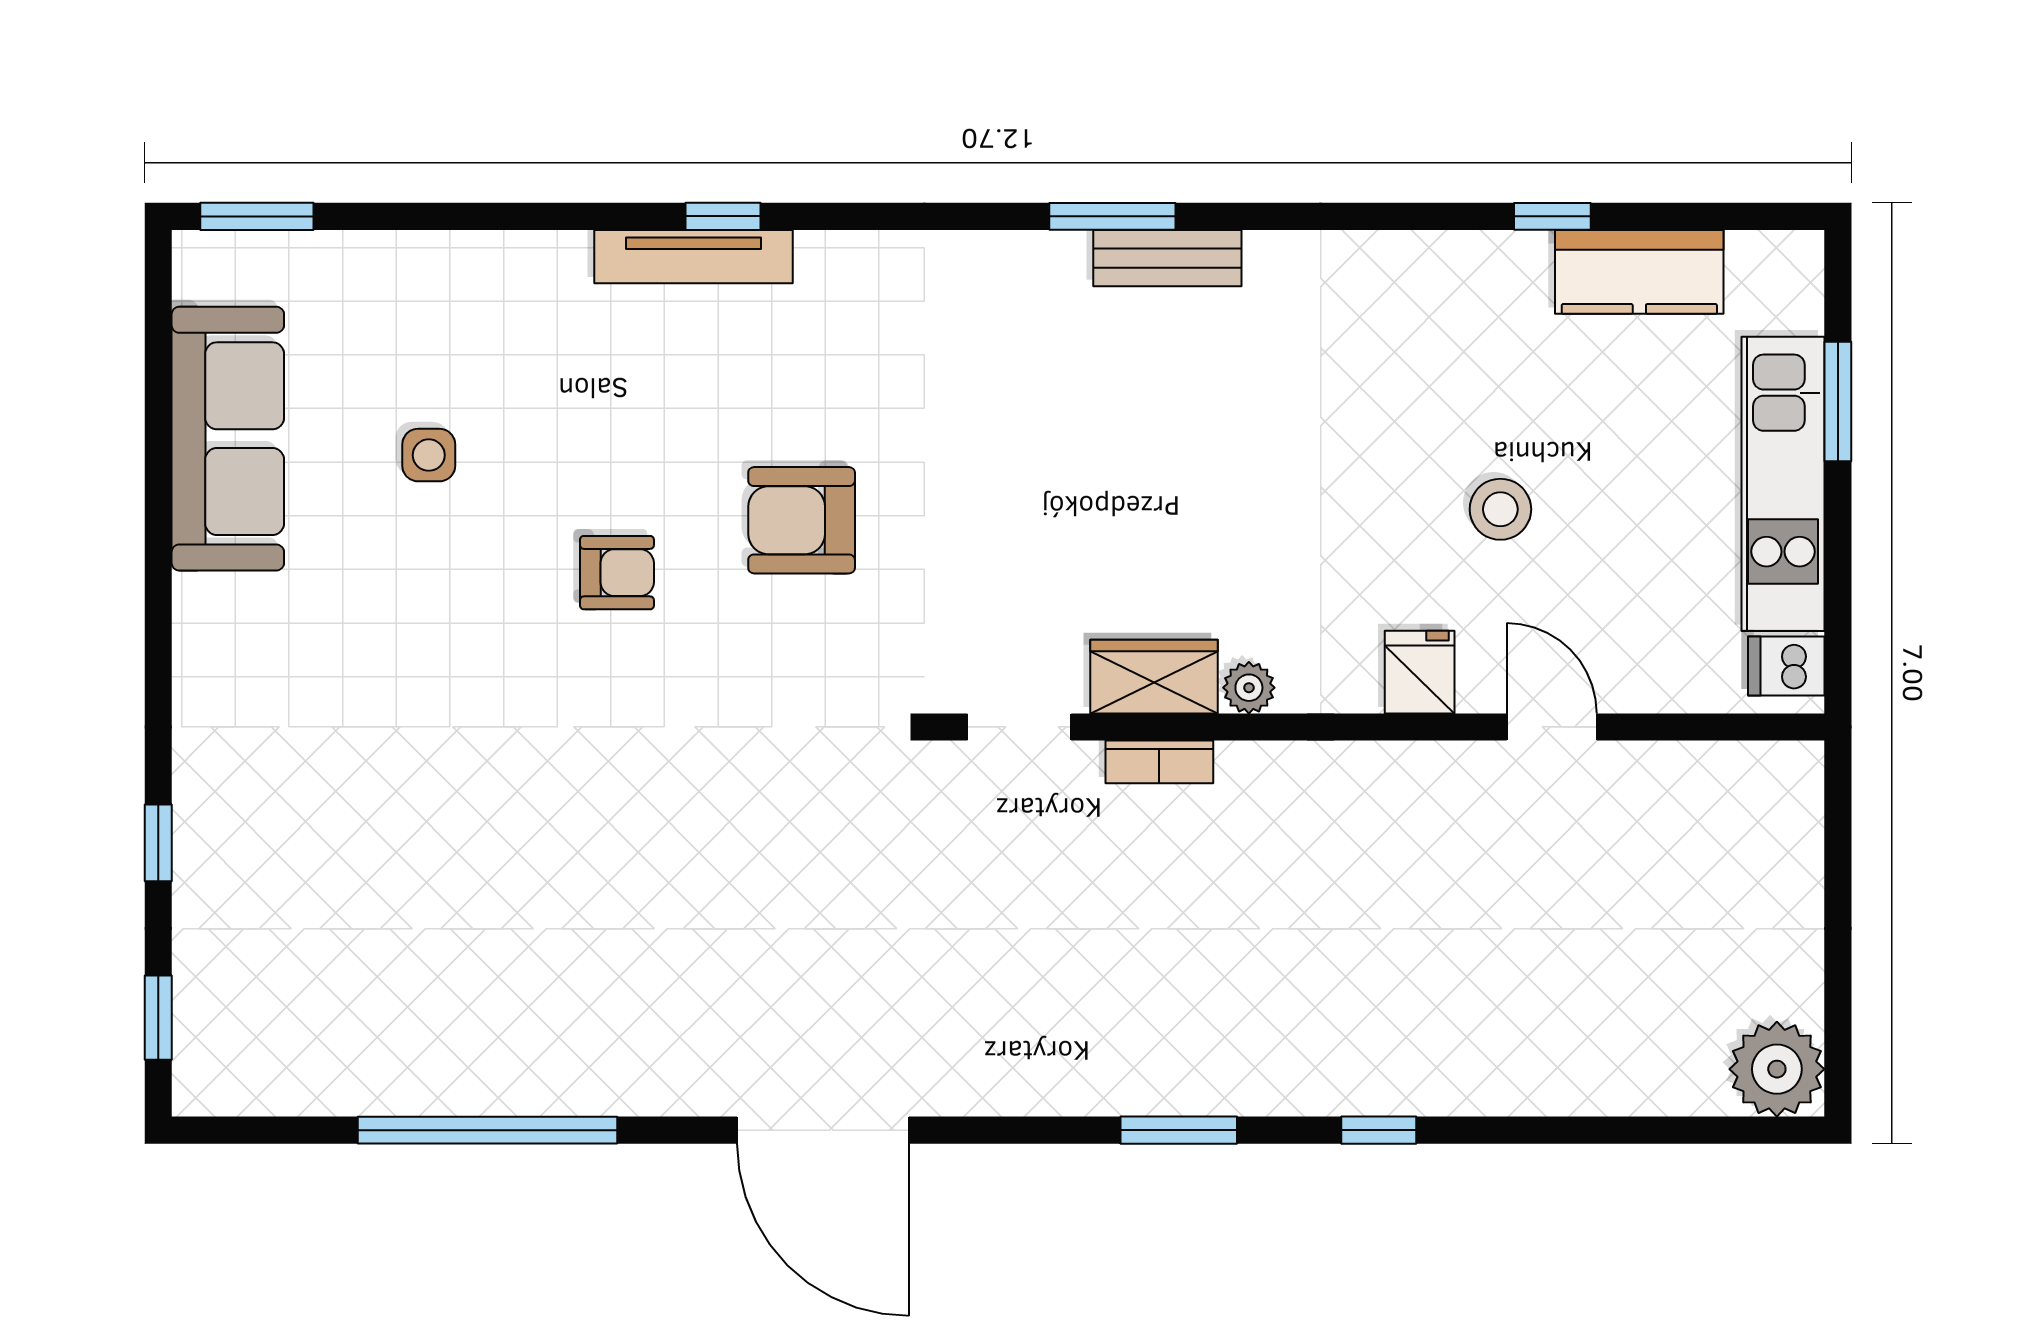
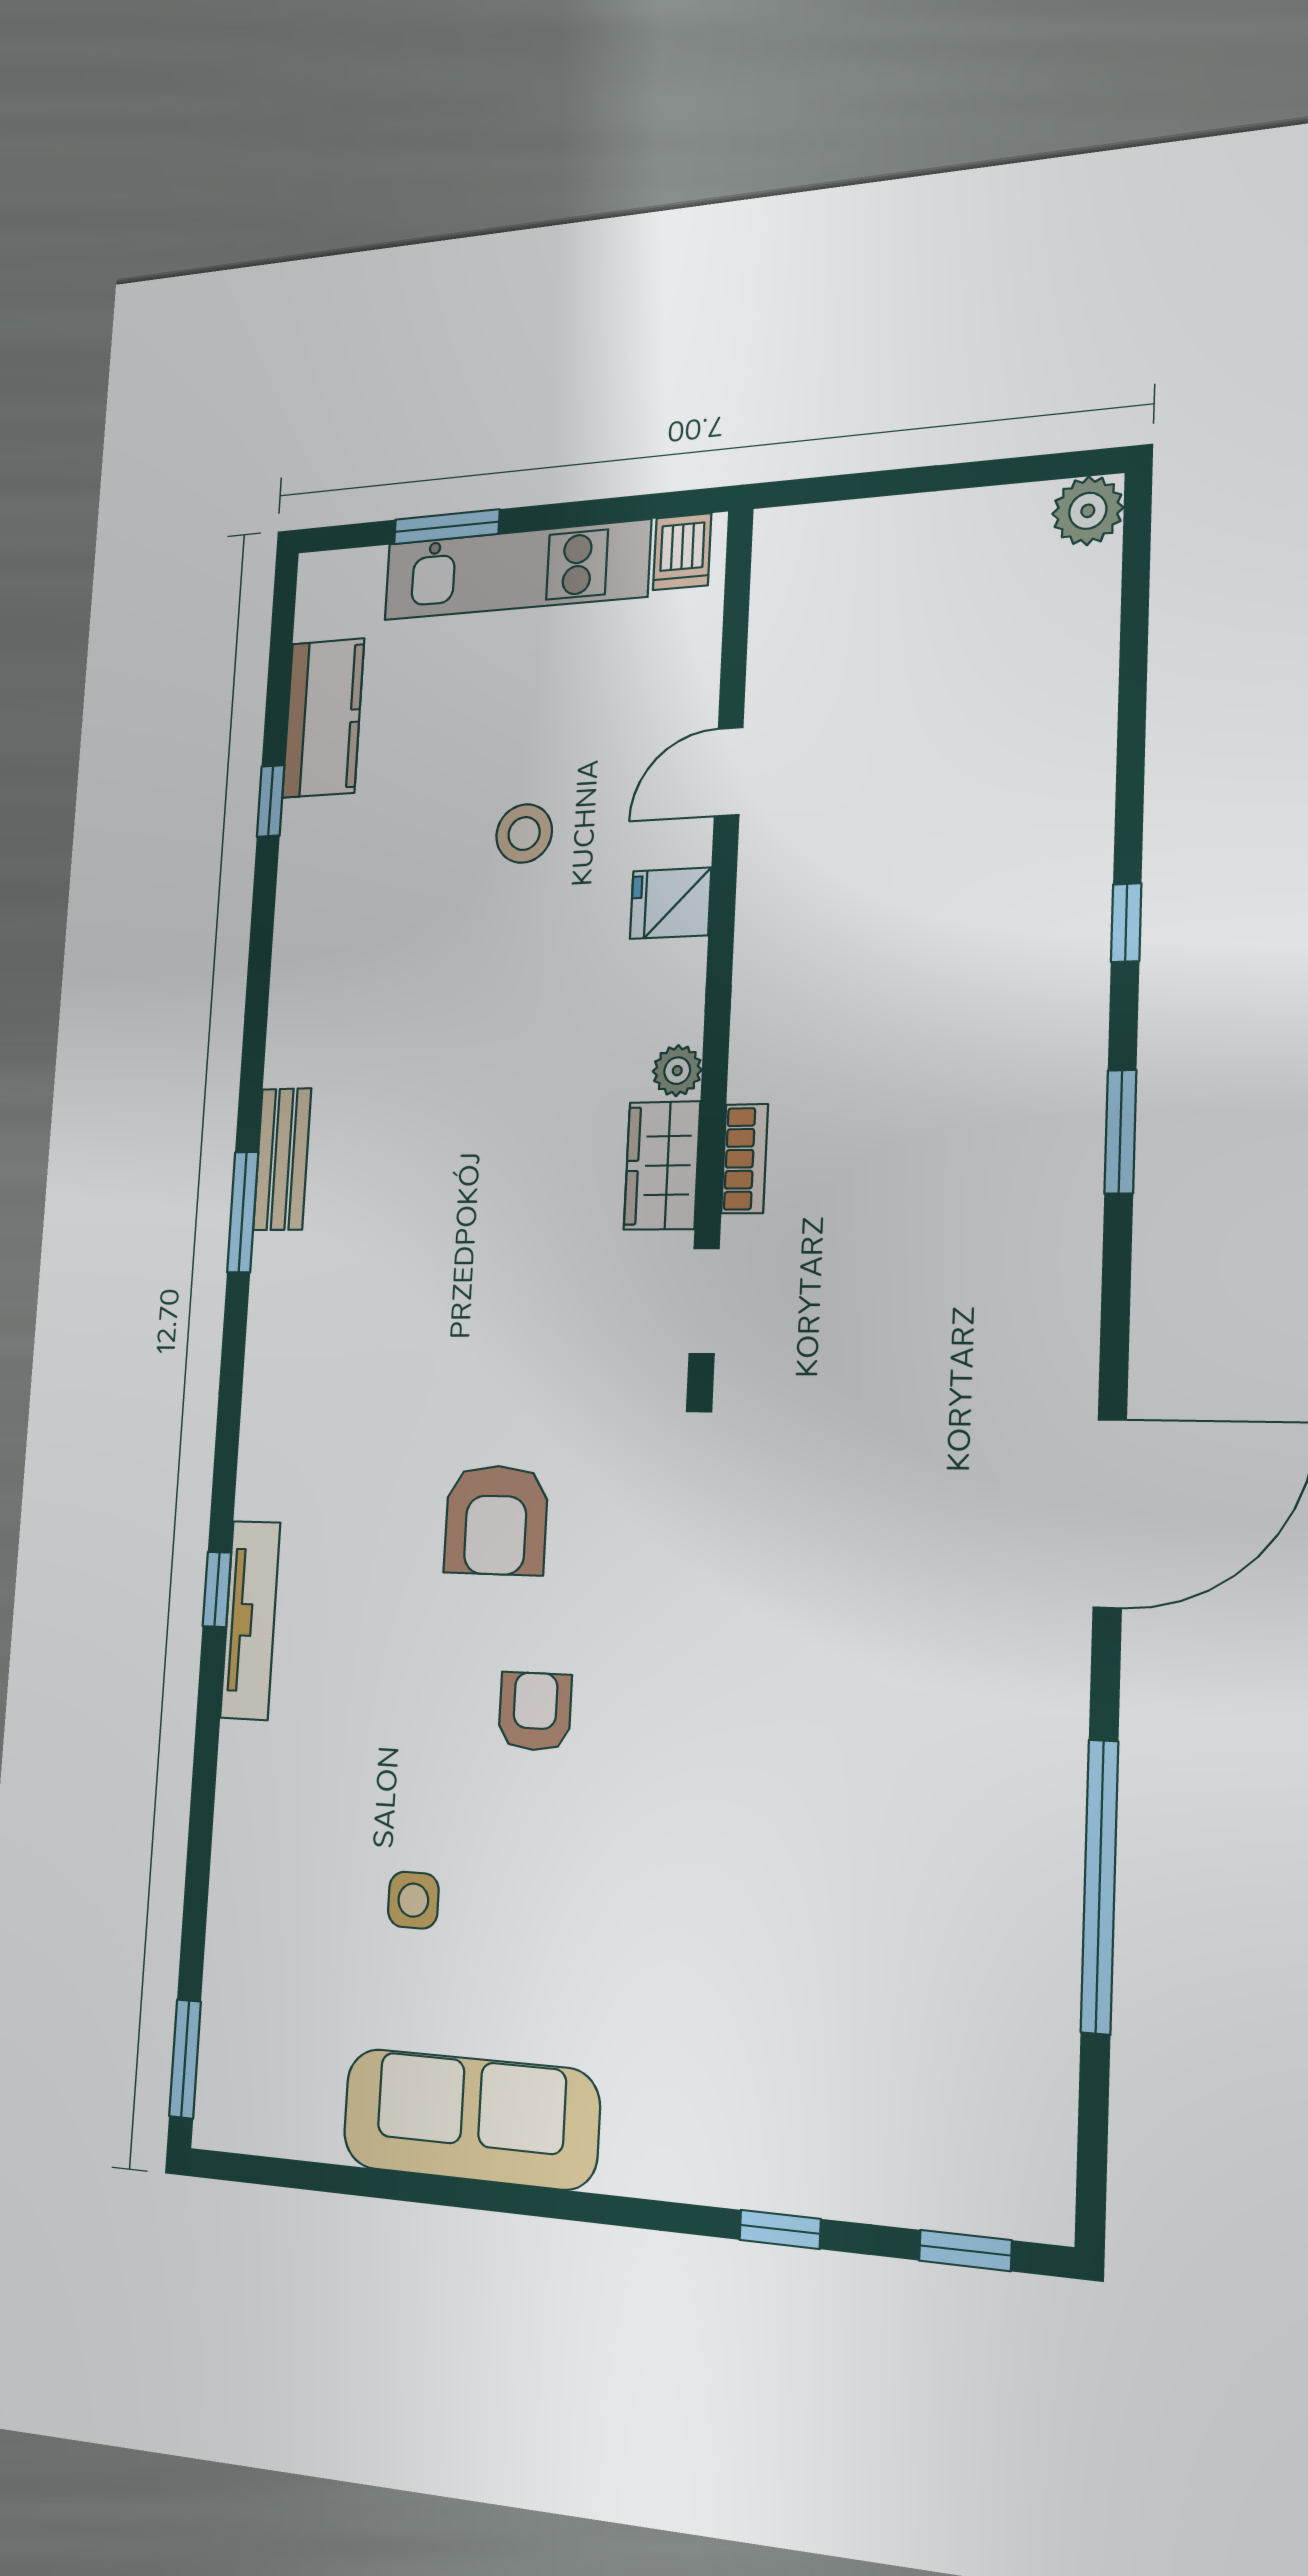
sofa: (228, 439) -> (470, 2119), moved
plant: (1777, 1069) -> (1088, 511), width x0.73, depth x0.73

